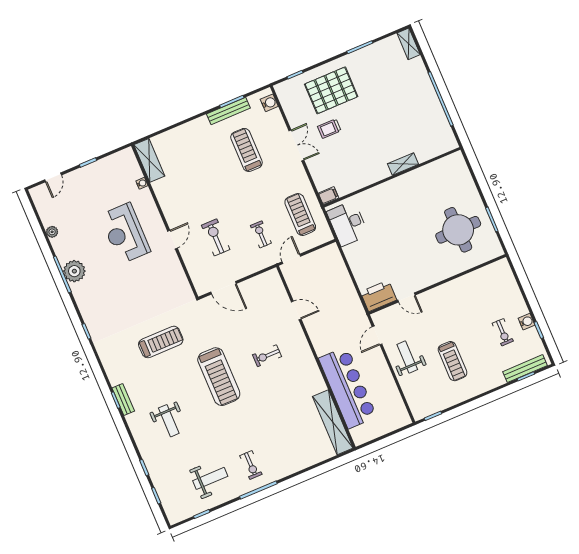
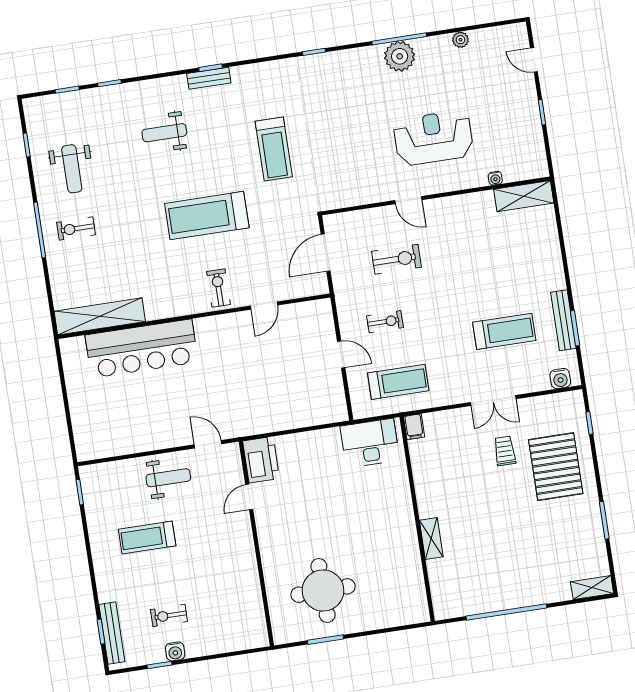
door: (296, 310) -> (264, 306), moved
wall: (316, 357) -> (194, 316), moved
bar counter: (348, 388) -> (142, 349), moved
shelving: (333, 422) -> (100, 316), moved

